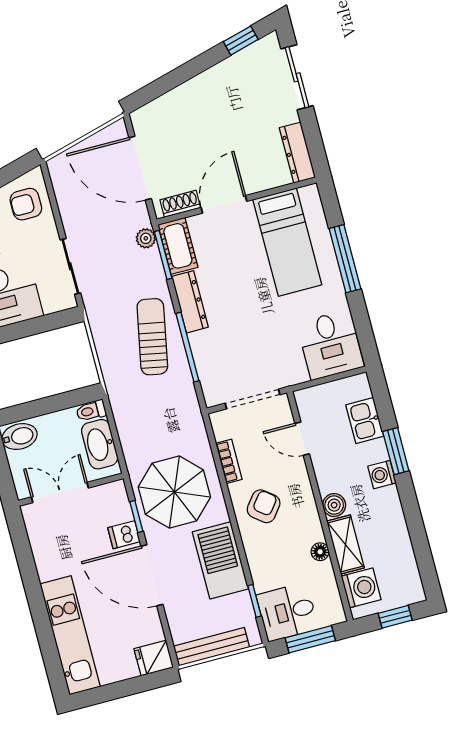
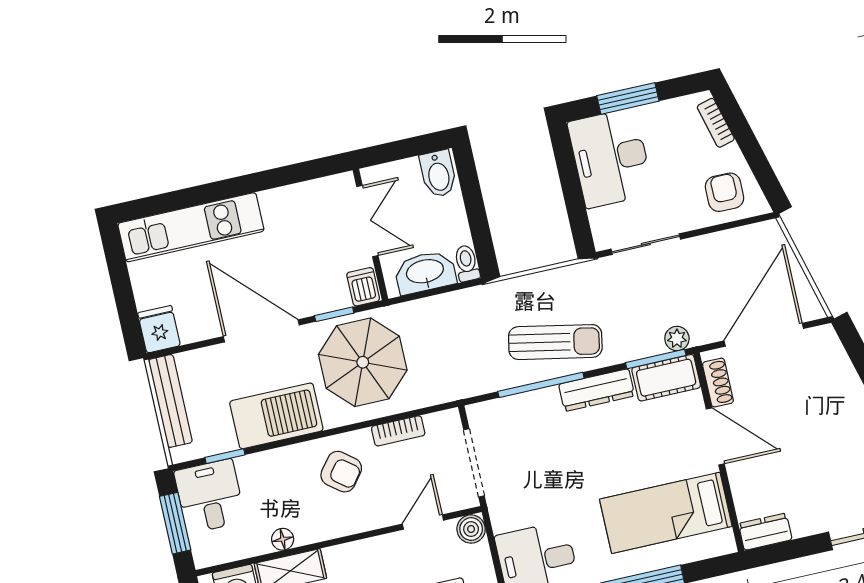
dresser: (297, 153) -> (765, 532), width x0.70
boiler: (334, 505) -> (471, 529), moved
dishwasher: (124, 535) -> (363, 287), moved
door: (152, 575) -> (261, 331), hinge flipped

